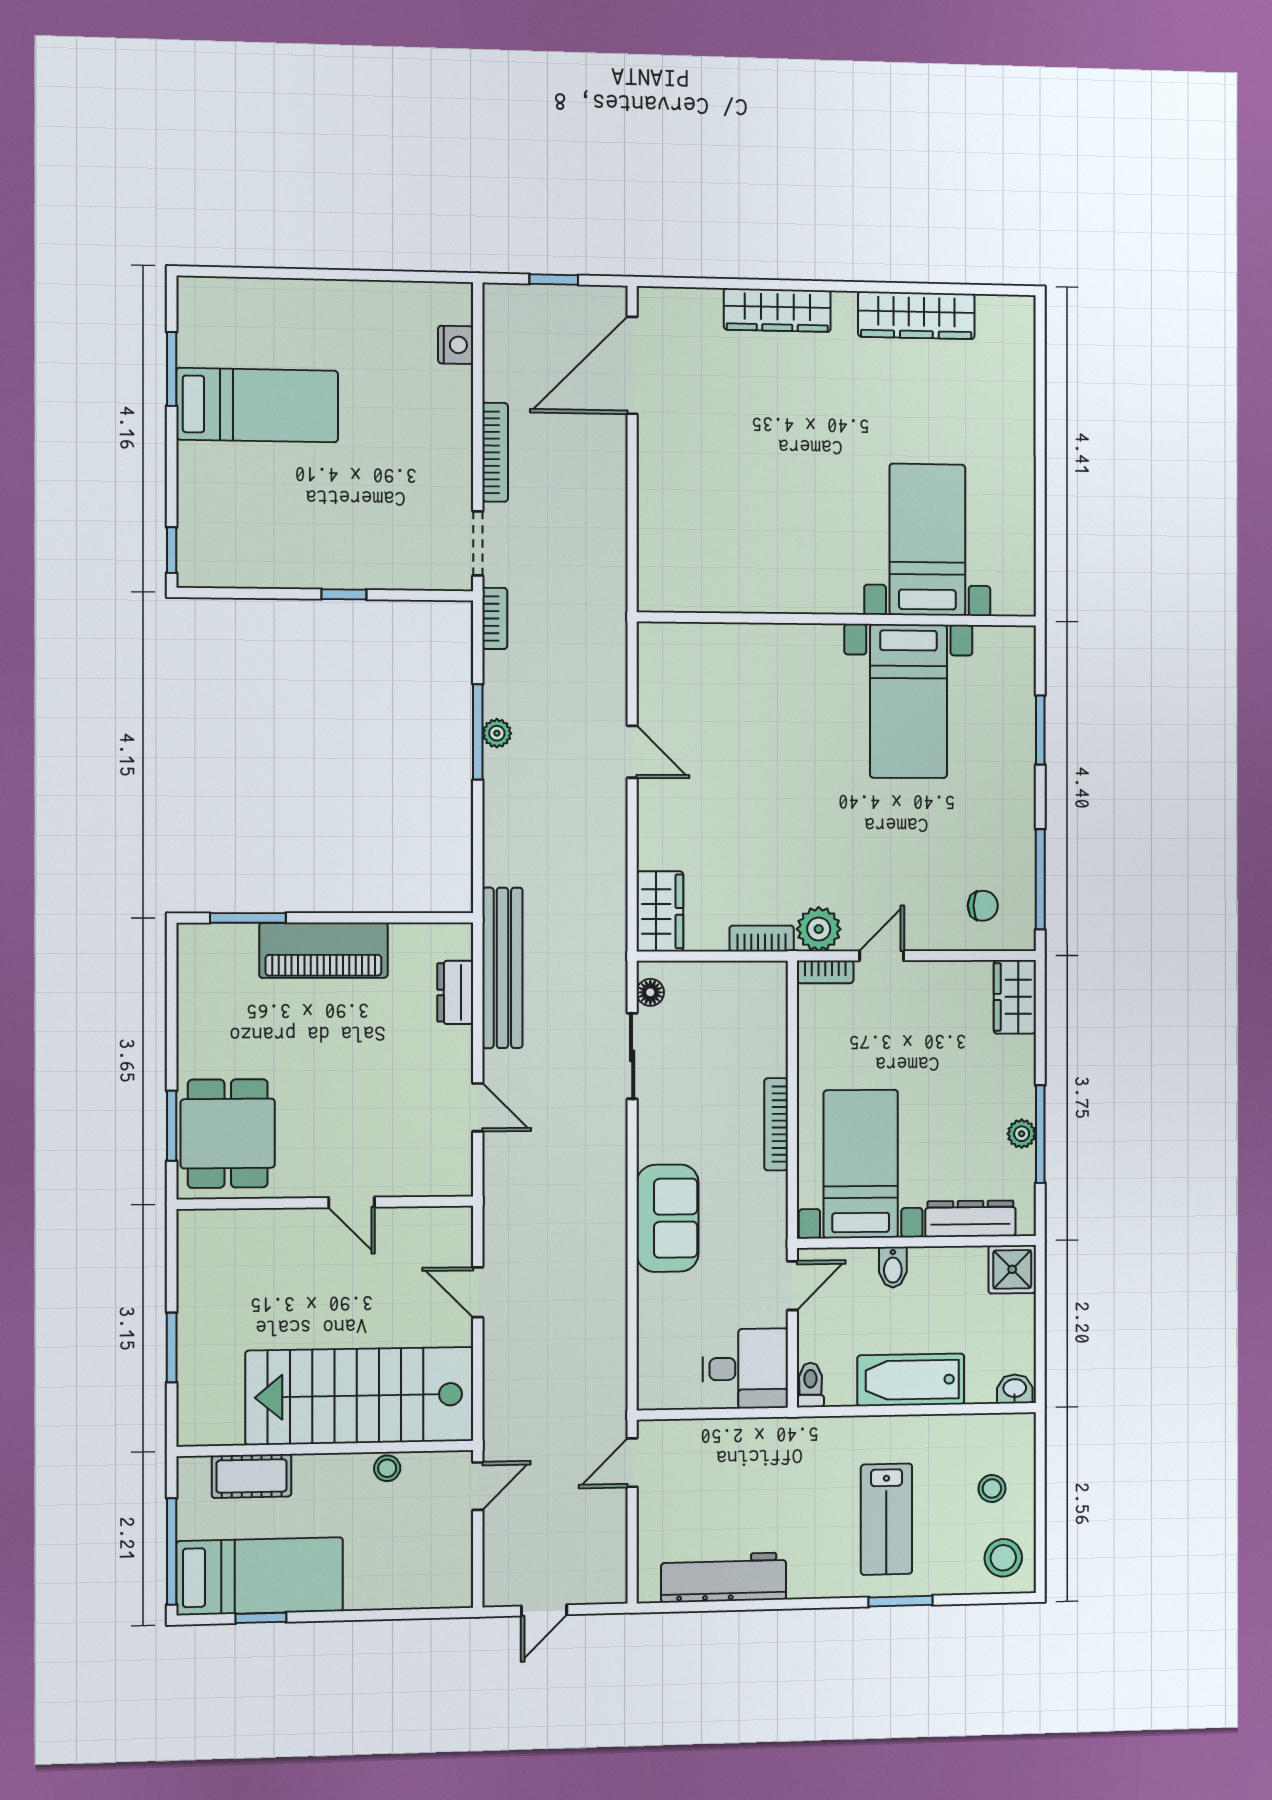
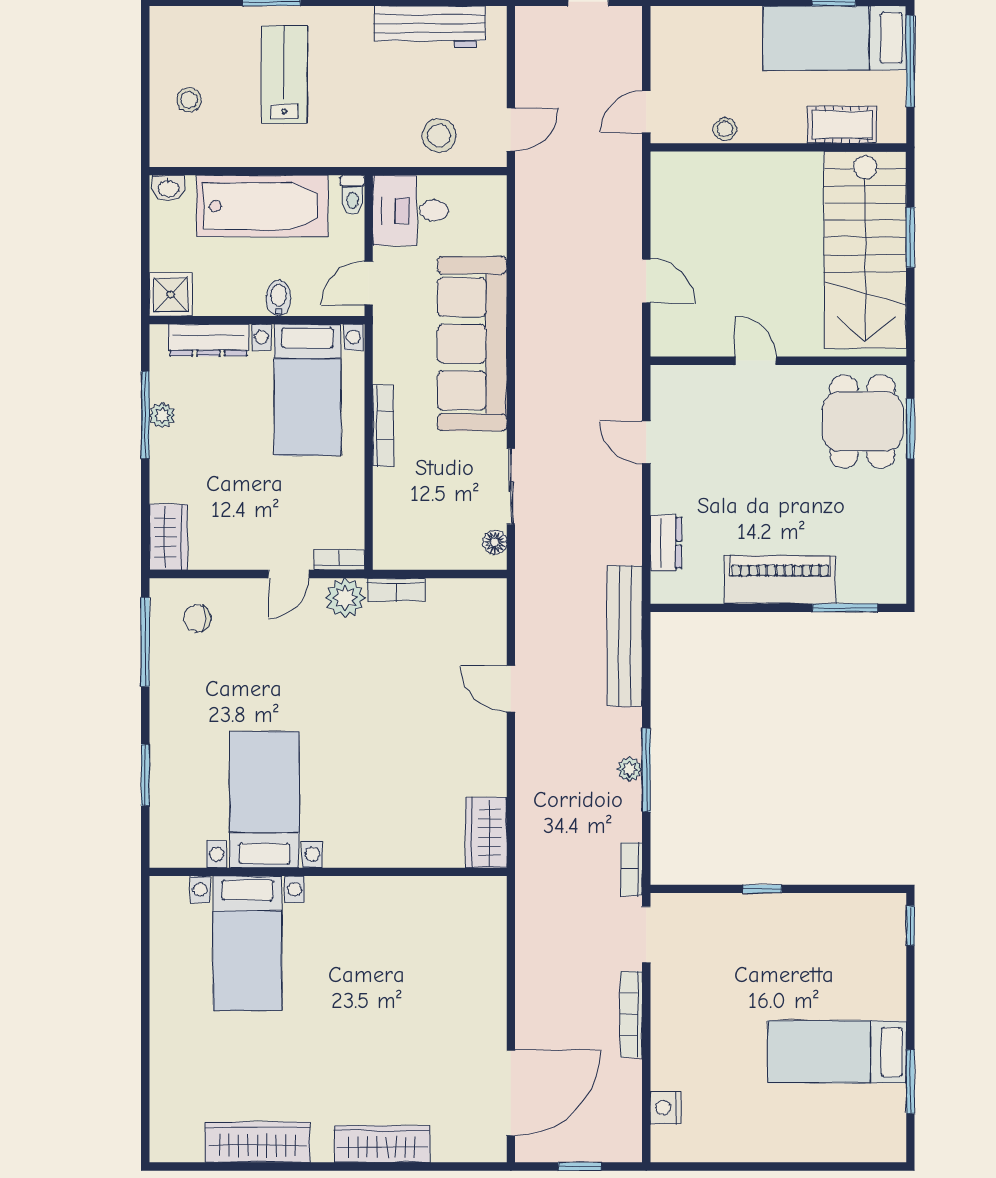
door: (632, 752) -> (511, 689), moved
wardrobe: (660, 911) -> (486, 833), moved
bench: (502, 968) -> (625, 636), moved
sofa: (668, 1218) -> (472, 344), width x1.85, depth x1.27
bathtub: (911, 1380) -> (262, 206), width x1.36, depth x1.36
stairs: (360, 1396) -> (865, 250), moved, turned 90
stool: (1003, 1558) -> (439, 136), moved

